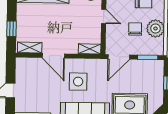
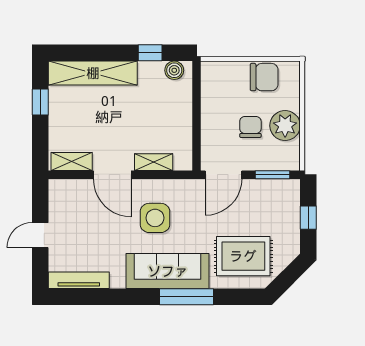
door: (104, 16) -> (197, 107), removed
window: (11, 29) -> (40, 102), moved
shelving: (90, 49) -> (154, 162), moved

